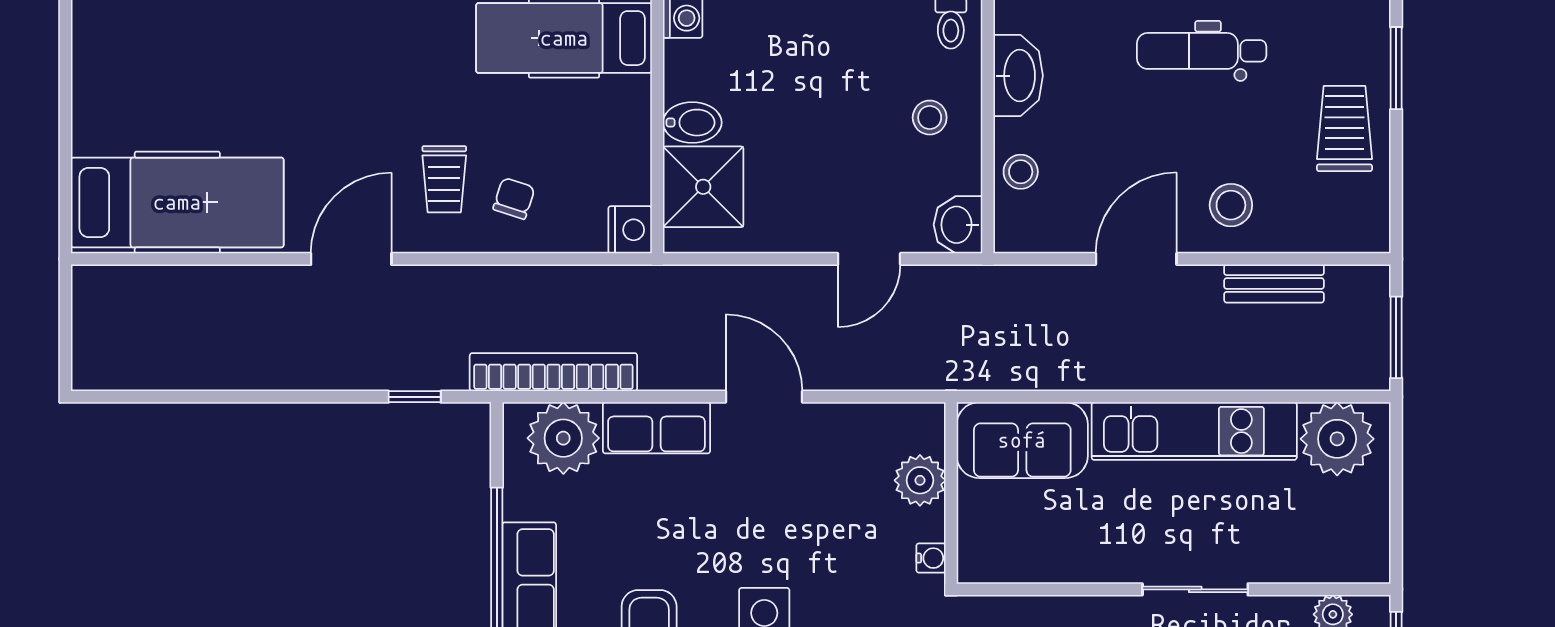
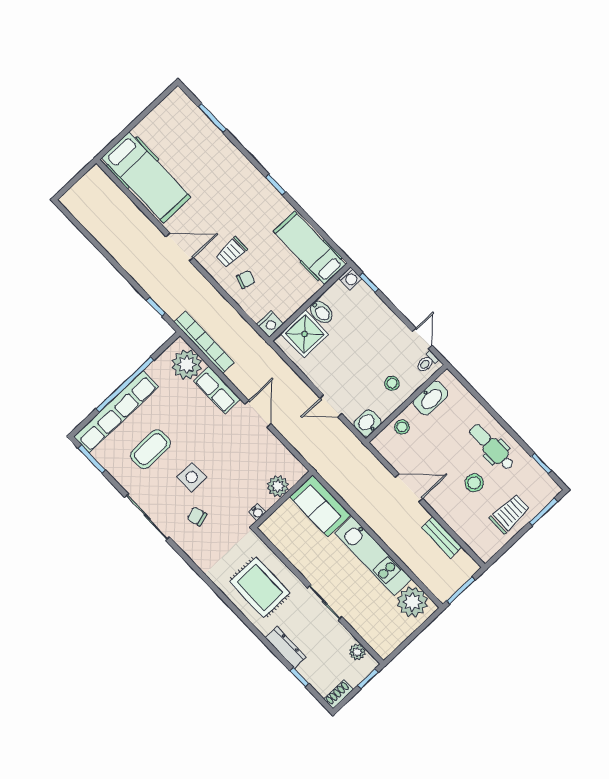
stool: (1231, 205) -> (474, 483), moved

